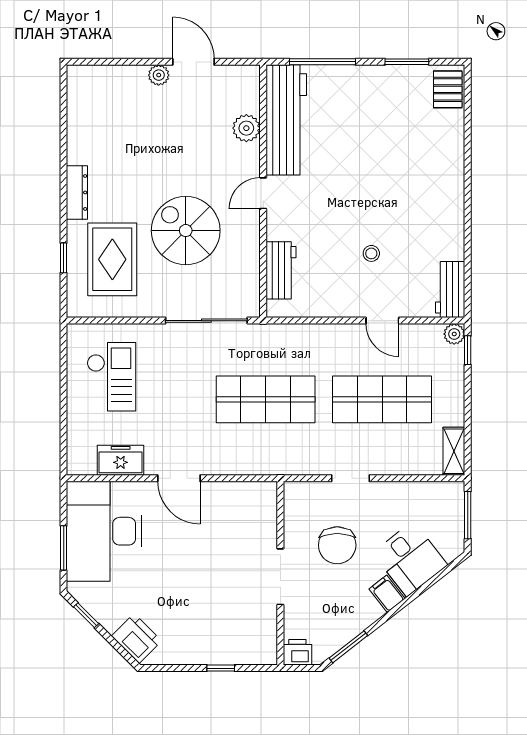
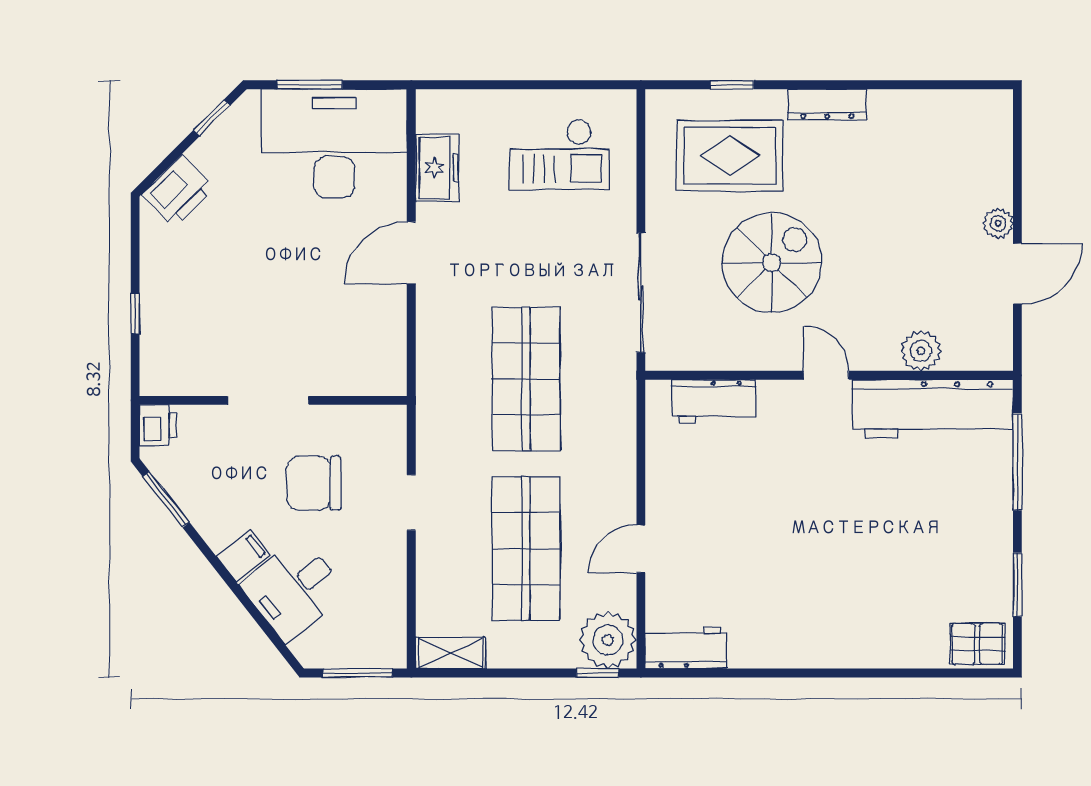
stool: (371, 253) -> (738, 533), removed
plant: (454, 334) -> (608, 640), width x1.87, depth x1.87

